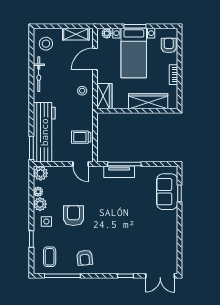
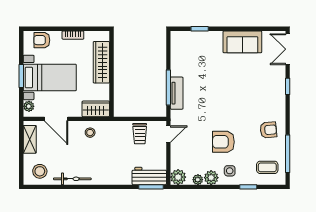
workbench: (44, 132) -> (149, 176), width x0.53, depth x0.76
sofa: (167, 192) -> (242, 42), moved
double door: (160, 276) -> (288, 49), swing flipped

